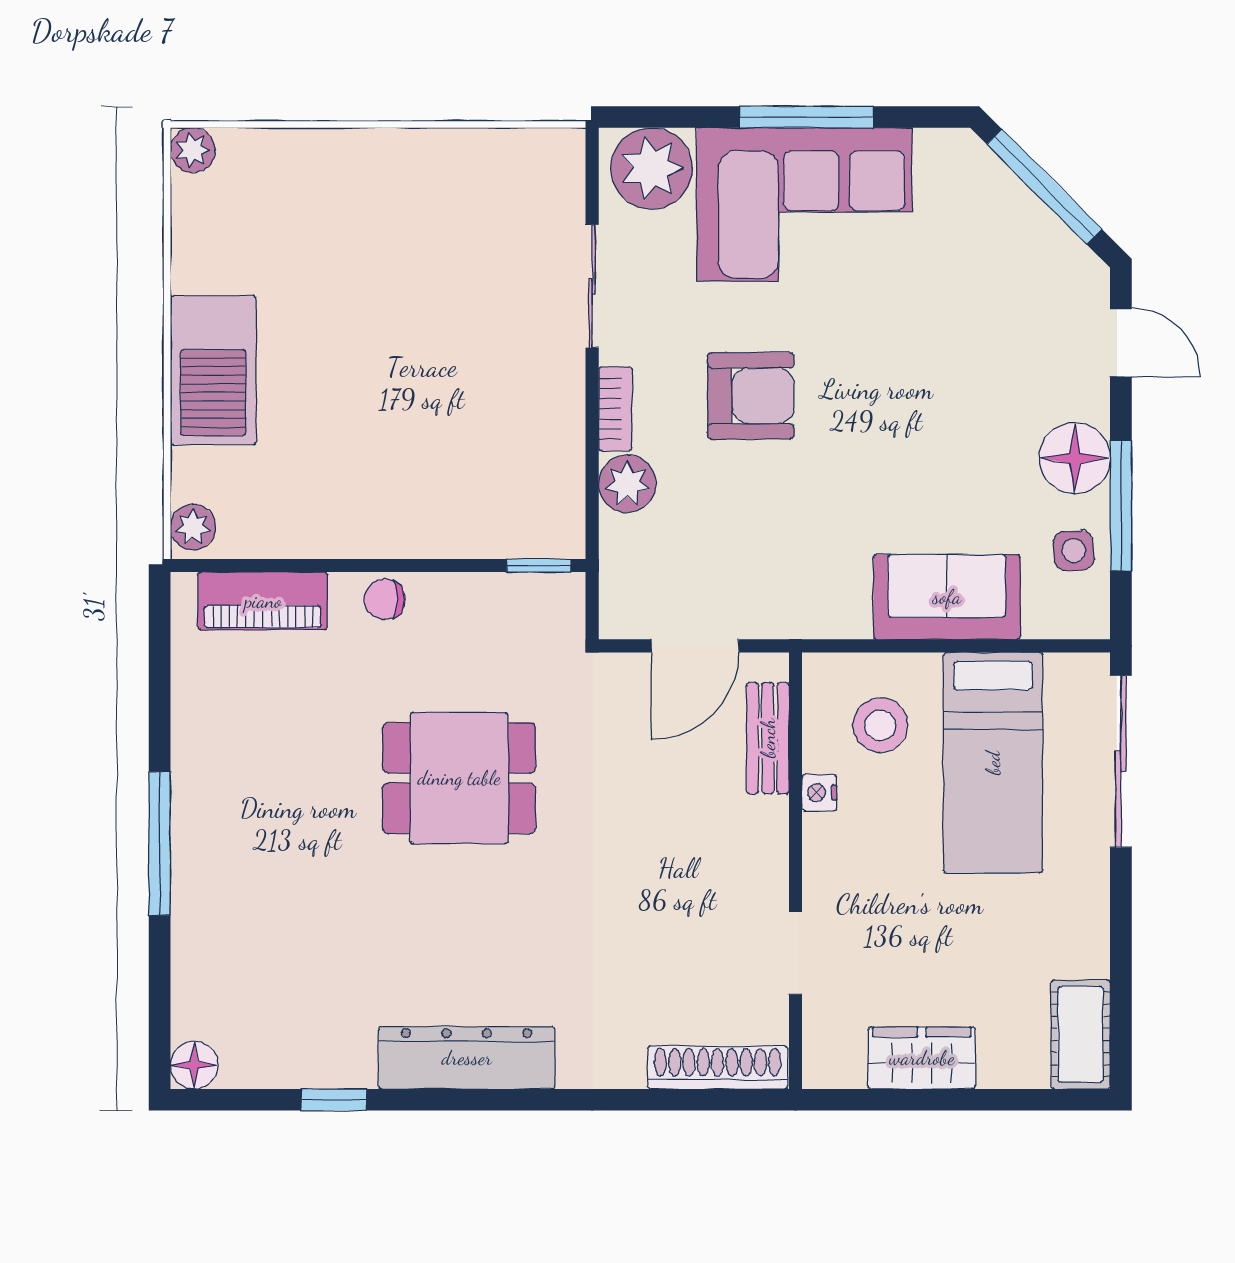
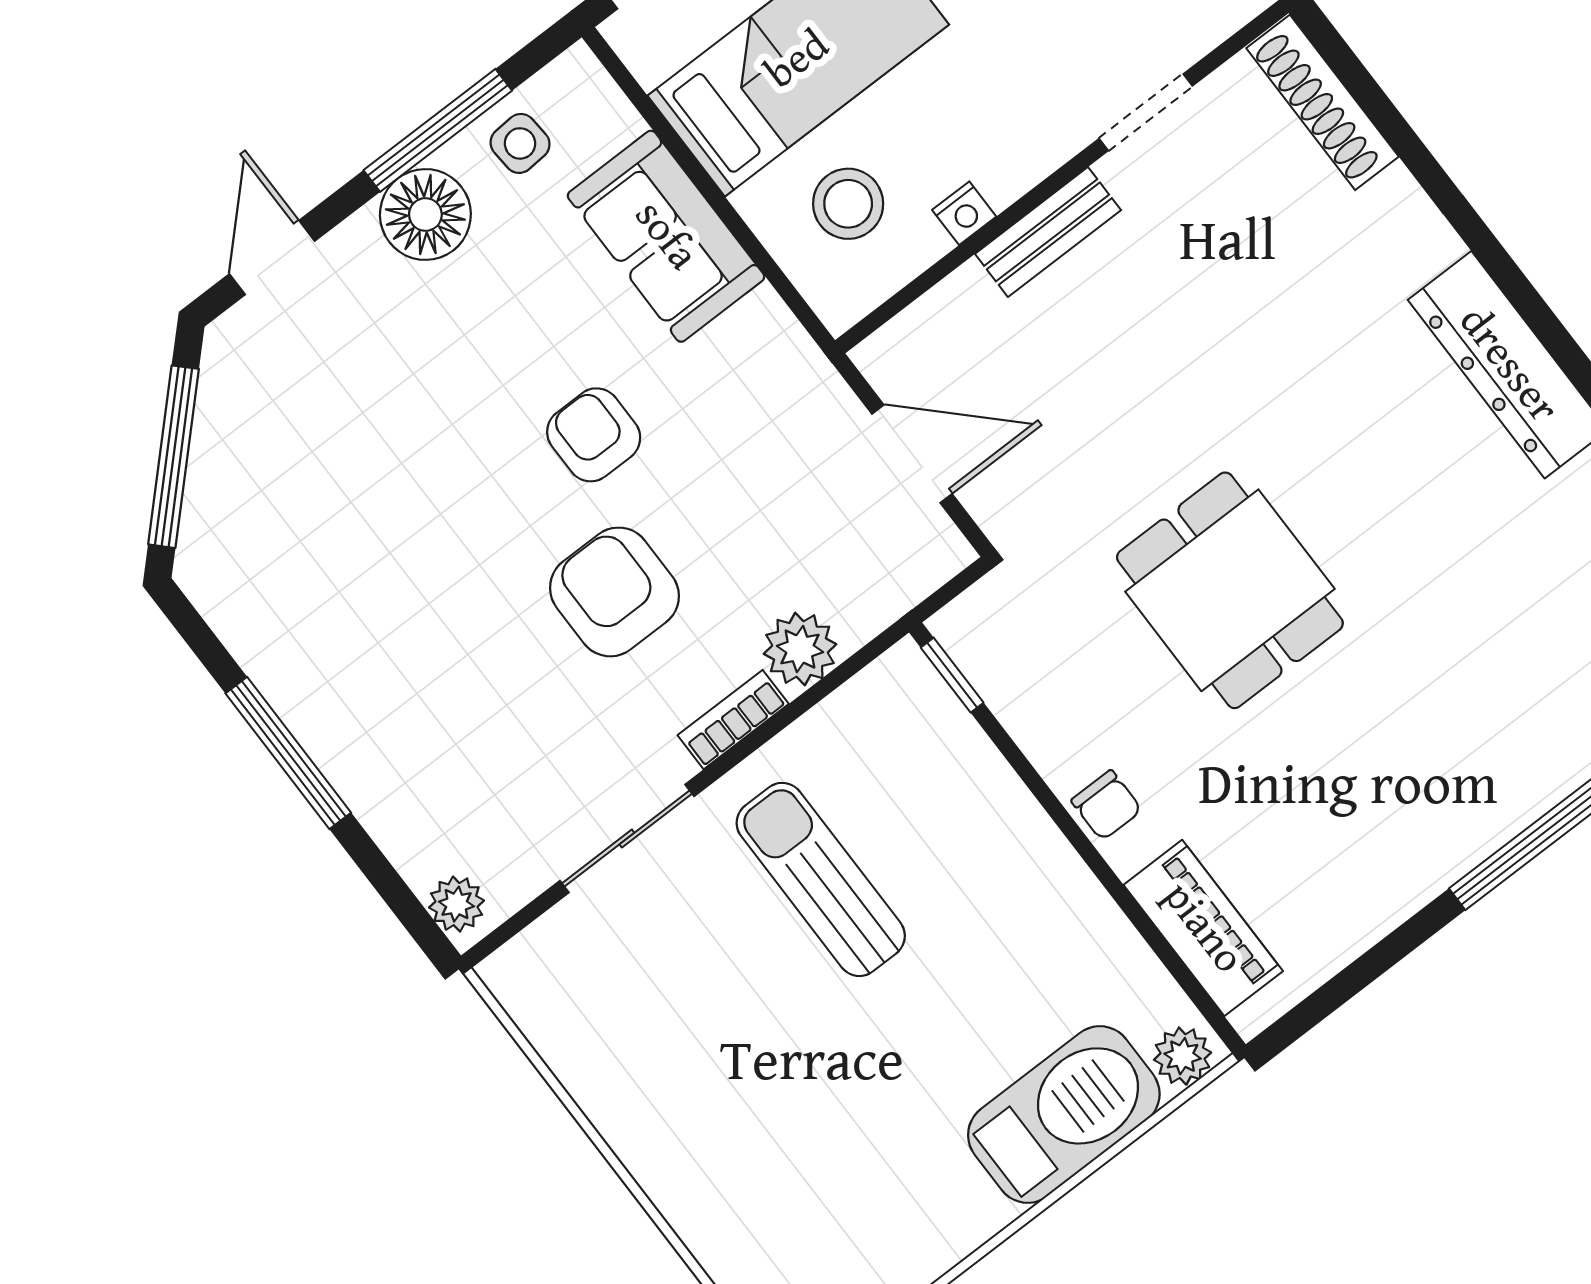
plant: (652, 168) -> (457, 904), width x0.53, depth x0.53
corner sofa: (804, 205) -> (379, 687), removed
barbecue: (213, 370) -> (1064, 1114), moved
sun lounger: (475, 387) -> (821, 879), added
armchair: (858, 458) -> (594, 435), added
bench: (768, 738) -> (1048, 232), moved

